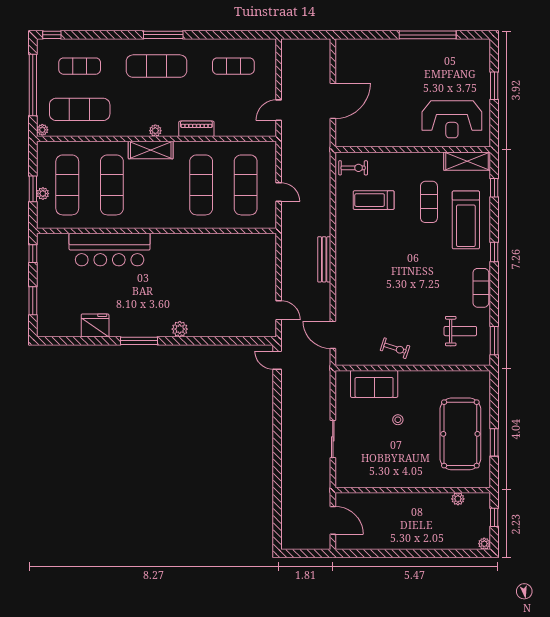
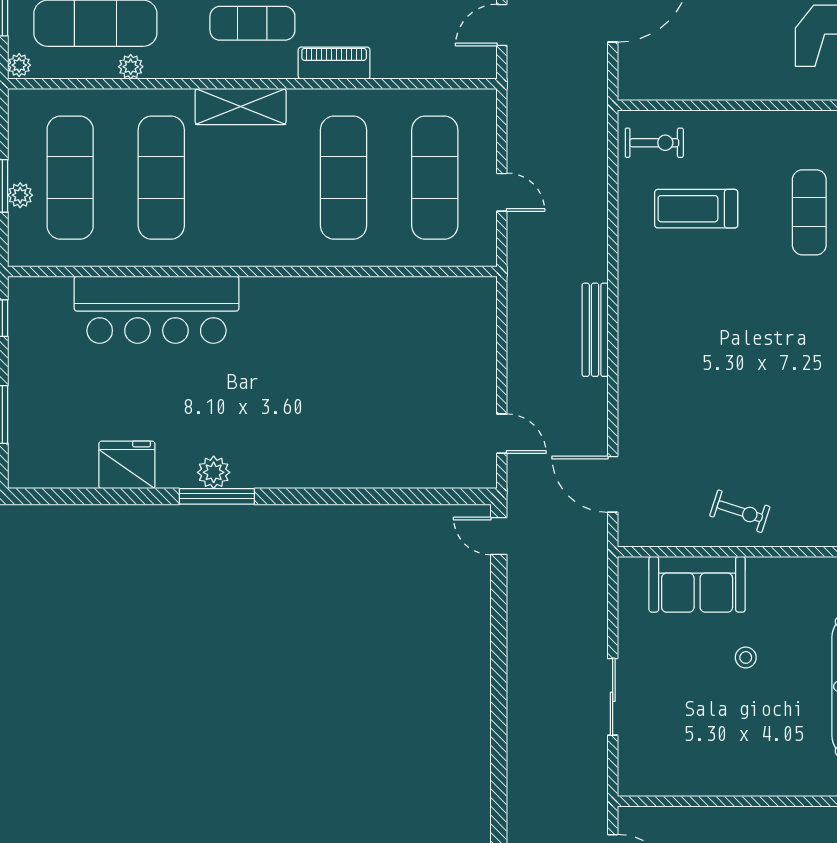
exercise mat: (156, 109) -> (252, 23), added
plant: (155, 131) -> (131, 67), moved
plant: (180, 329) -> (214, 472), moved

